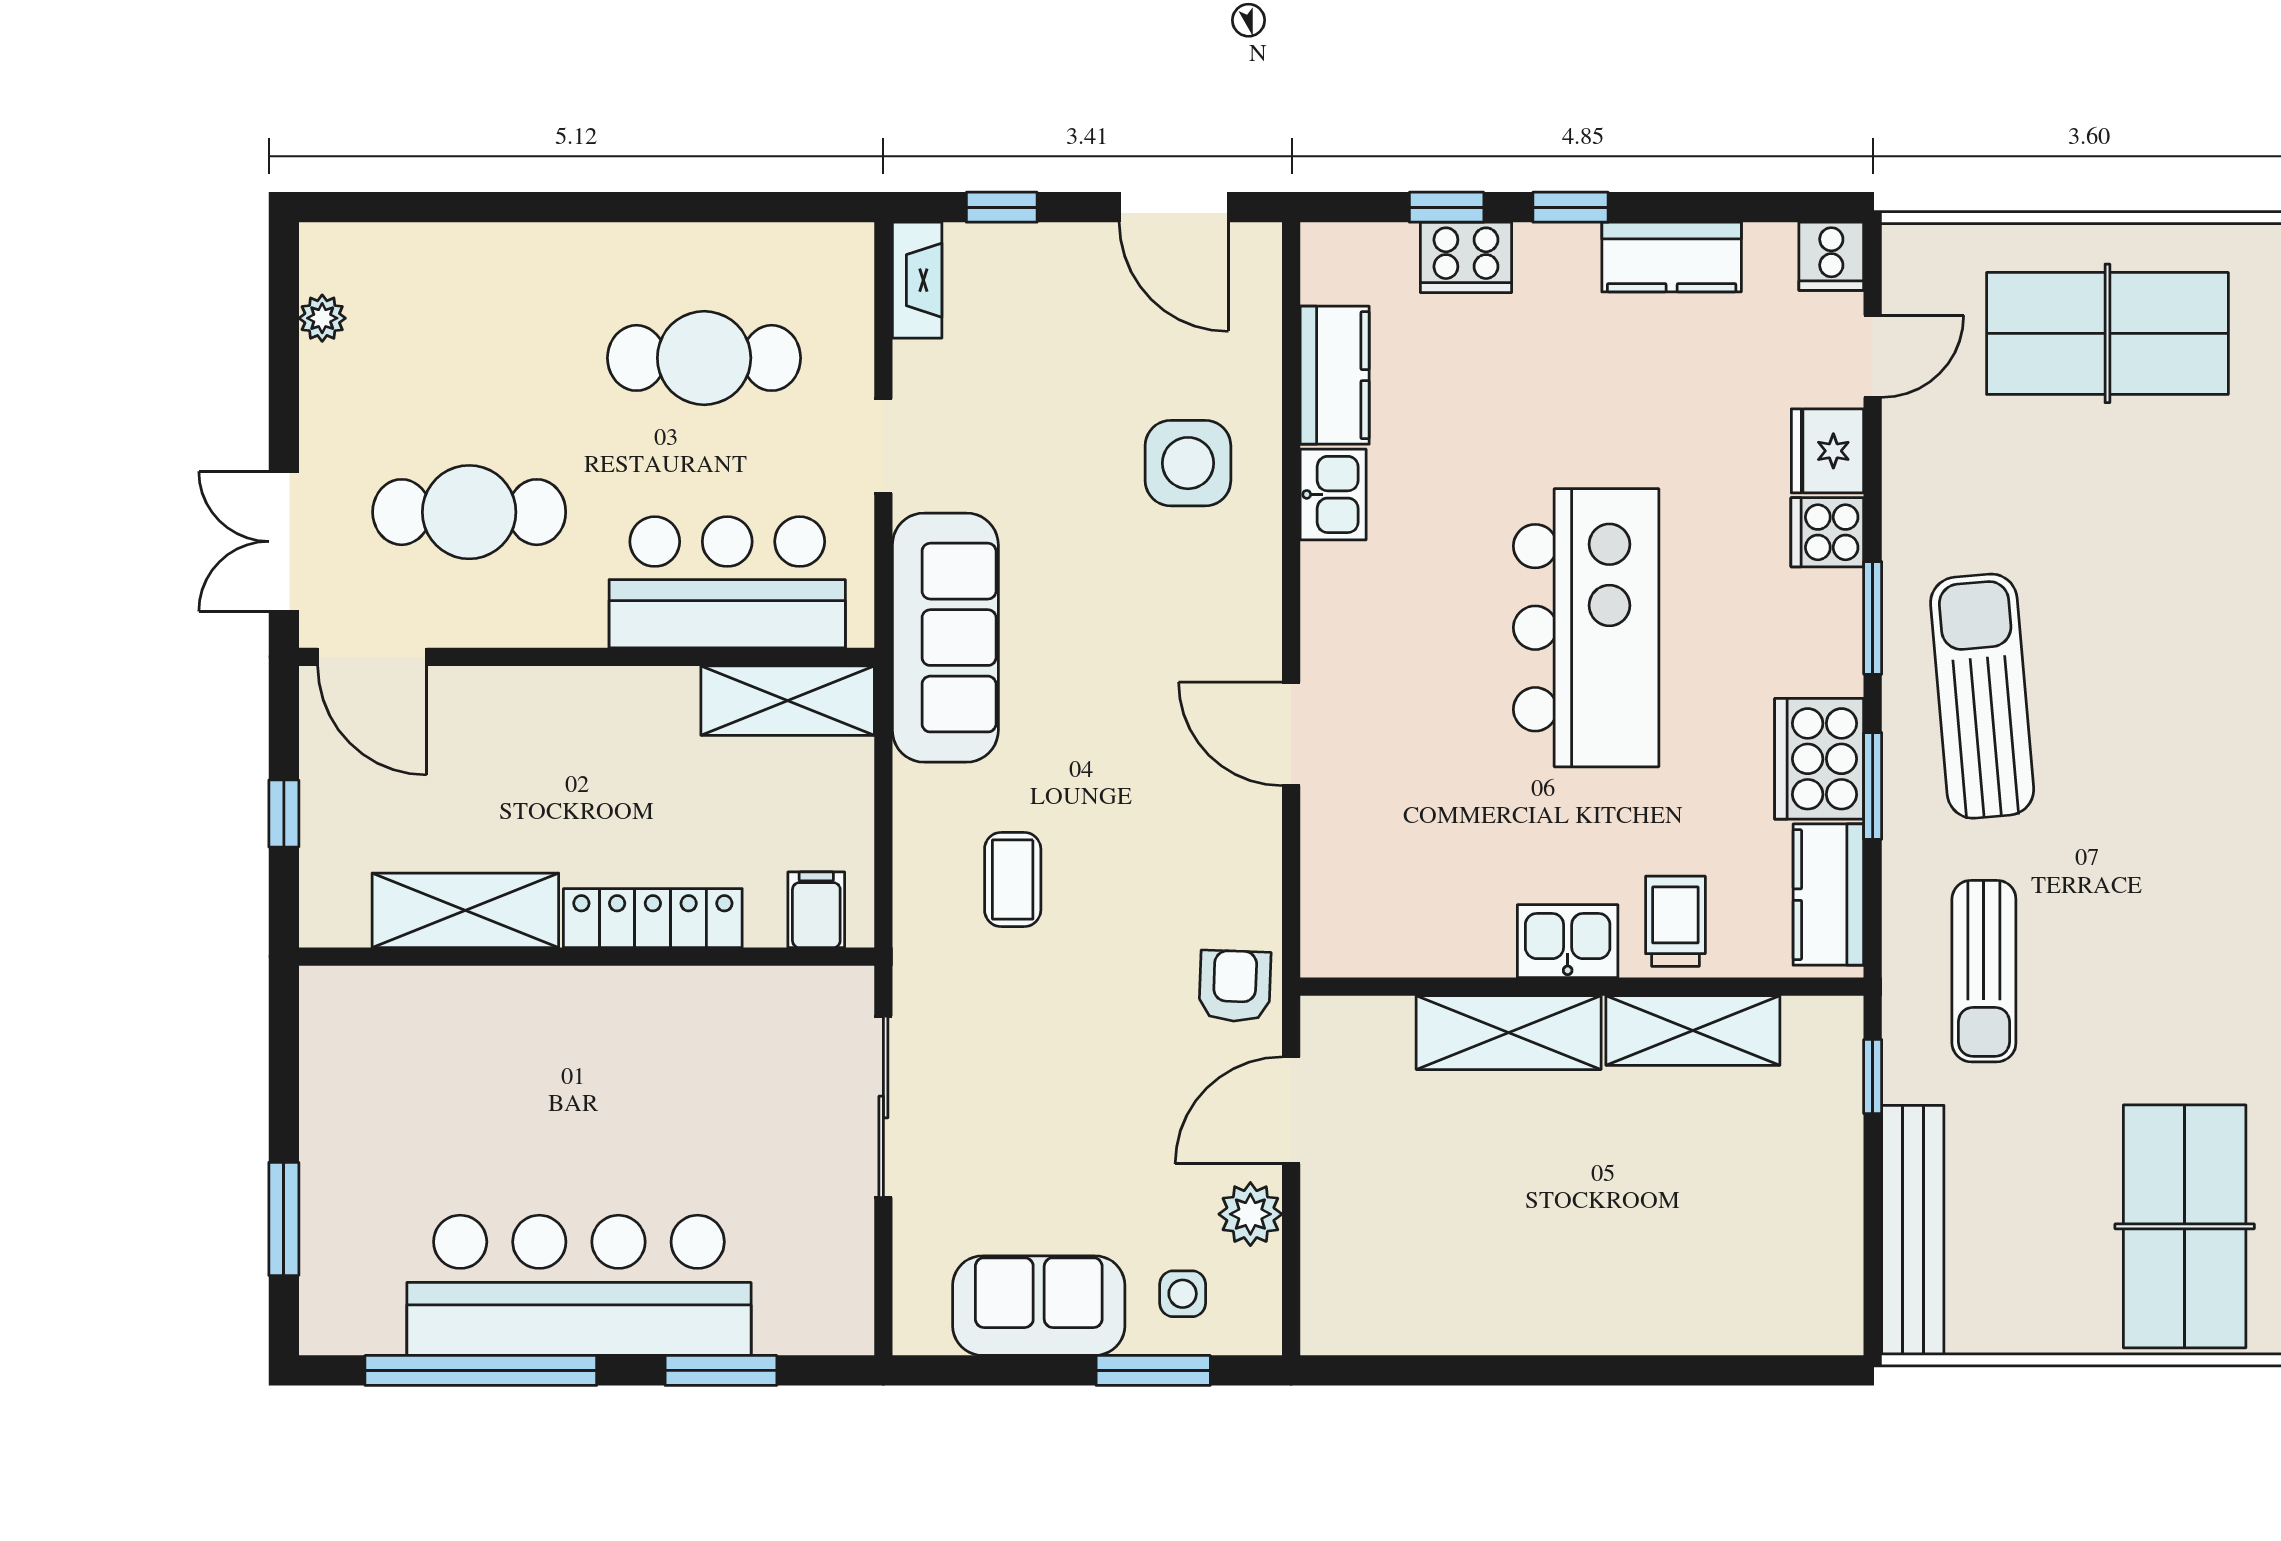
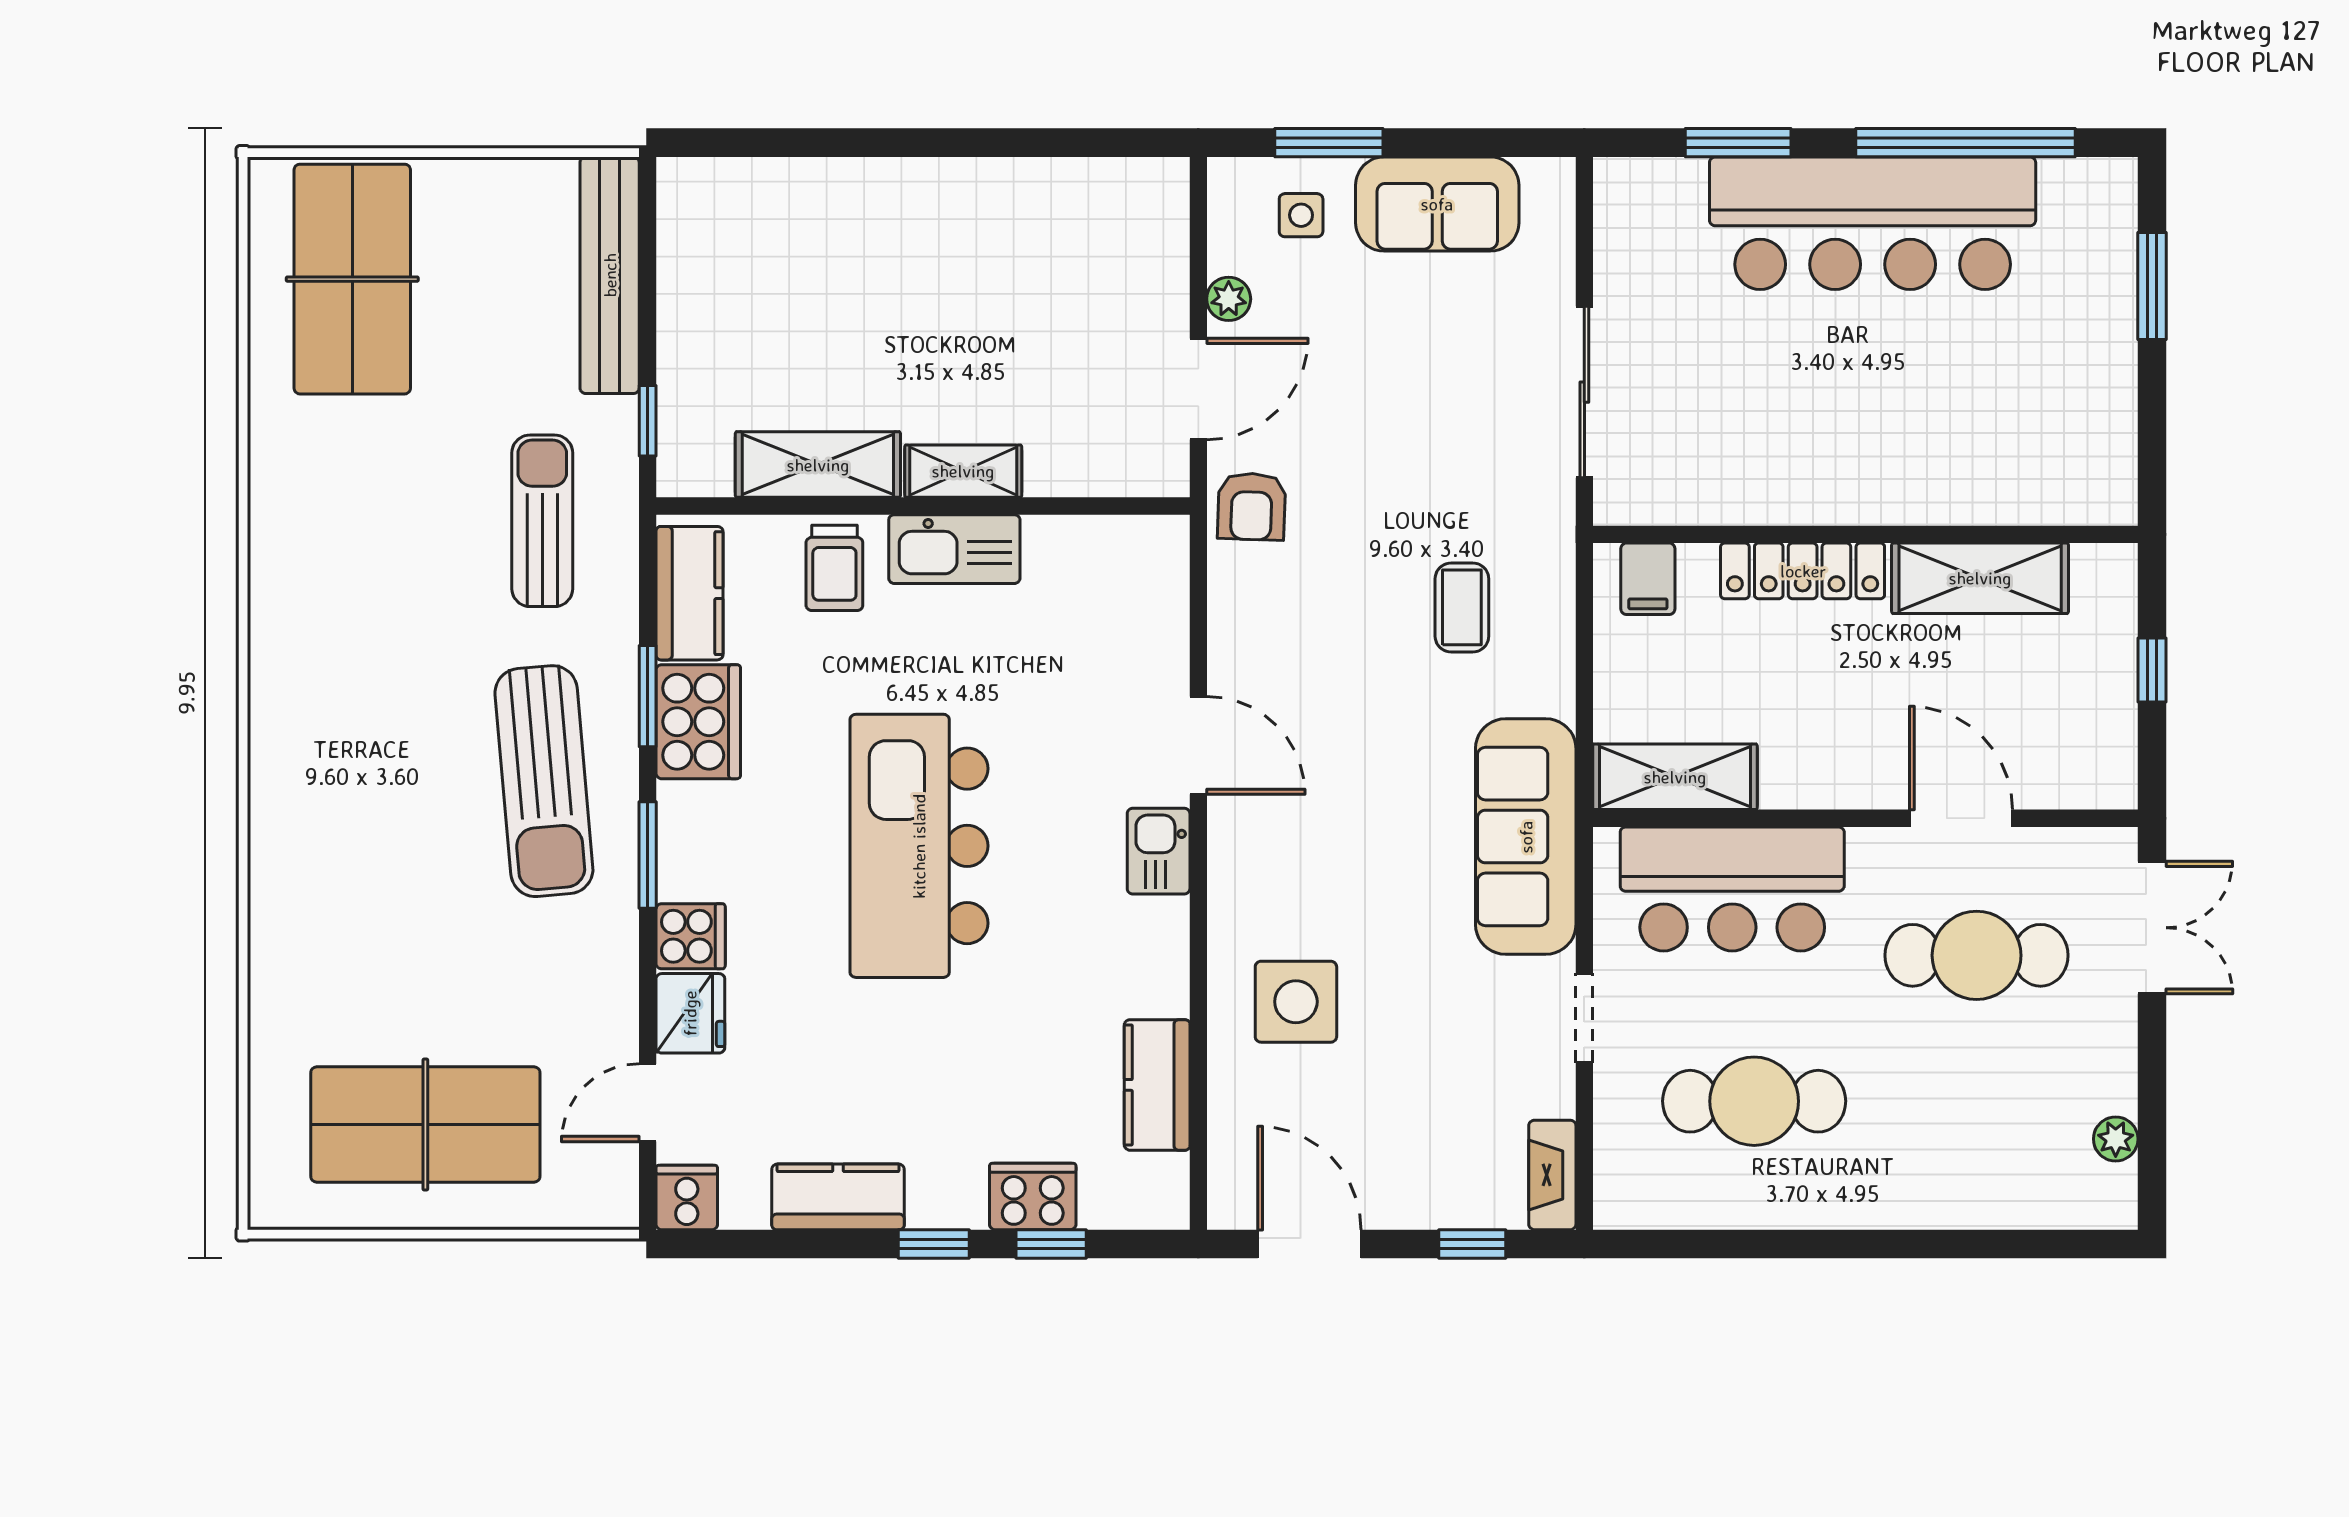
kitchen sink: (1333, 494) -> (1159, 851), moved
door: (372, 657) -> (1961, 818), moved
kitchen sink: (1568, 941) -> (954, 549), width x1.38
shelving: (1509, 1033) -> (963, 471), width x0.67, depth x0.75
plant: (1250, 1214) -> (1229, 299), width x0.73, depth x0.73

